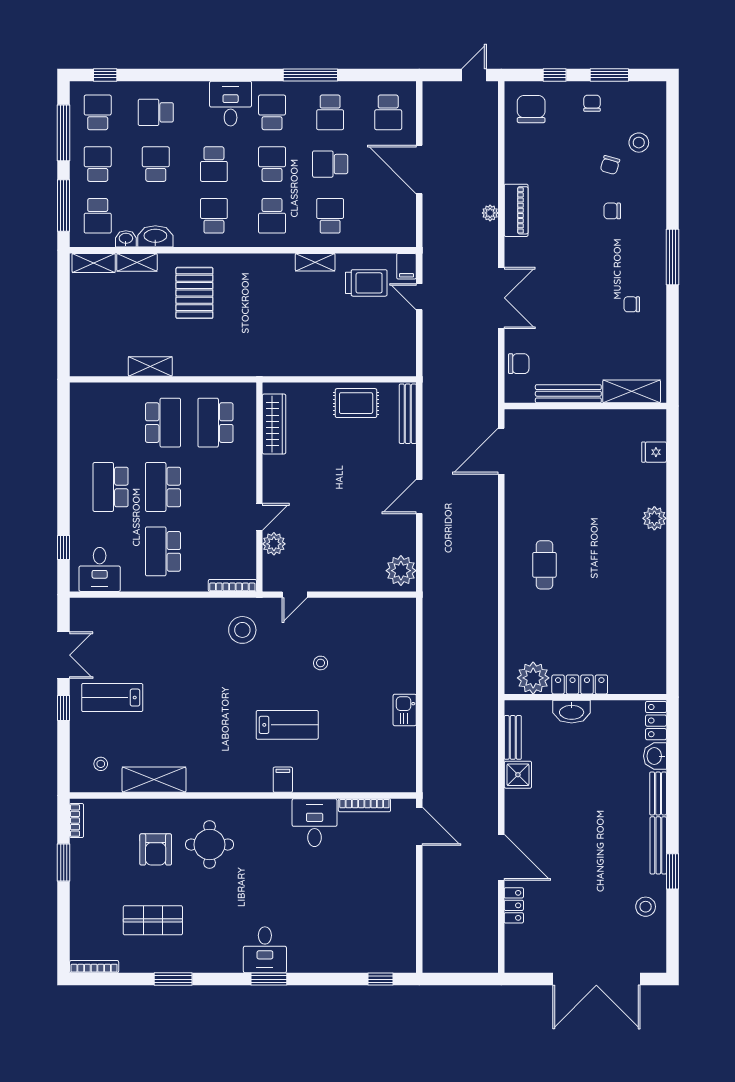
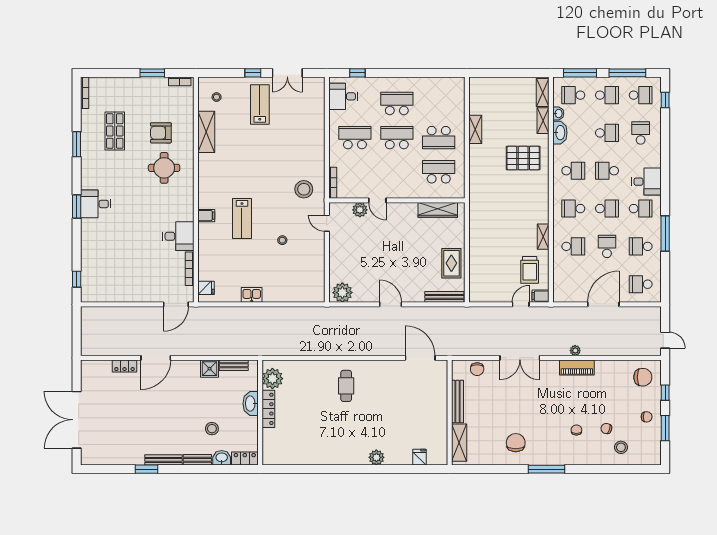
chair: (632, 304) -> (516, 443), width x1.87, depth x1.87
cafe table: (544, 565) -> (346, 386), turned 90
fridge: (394, 780) -> (206, 288), added
stool: (646, 907) -> (212, 429), moved

